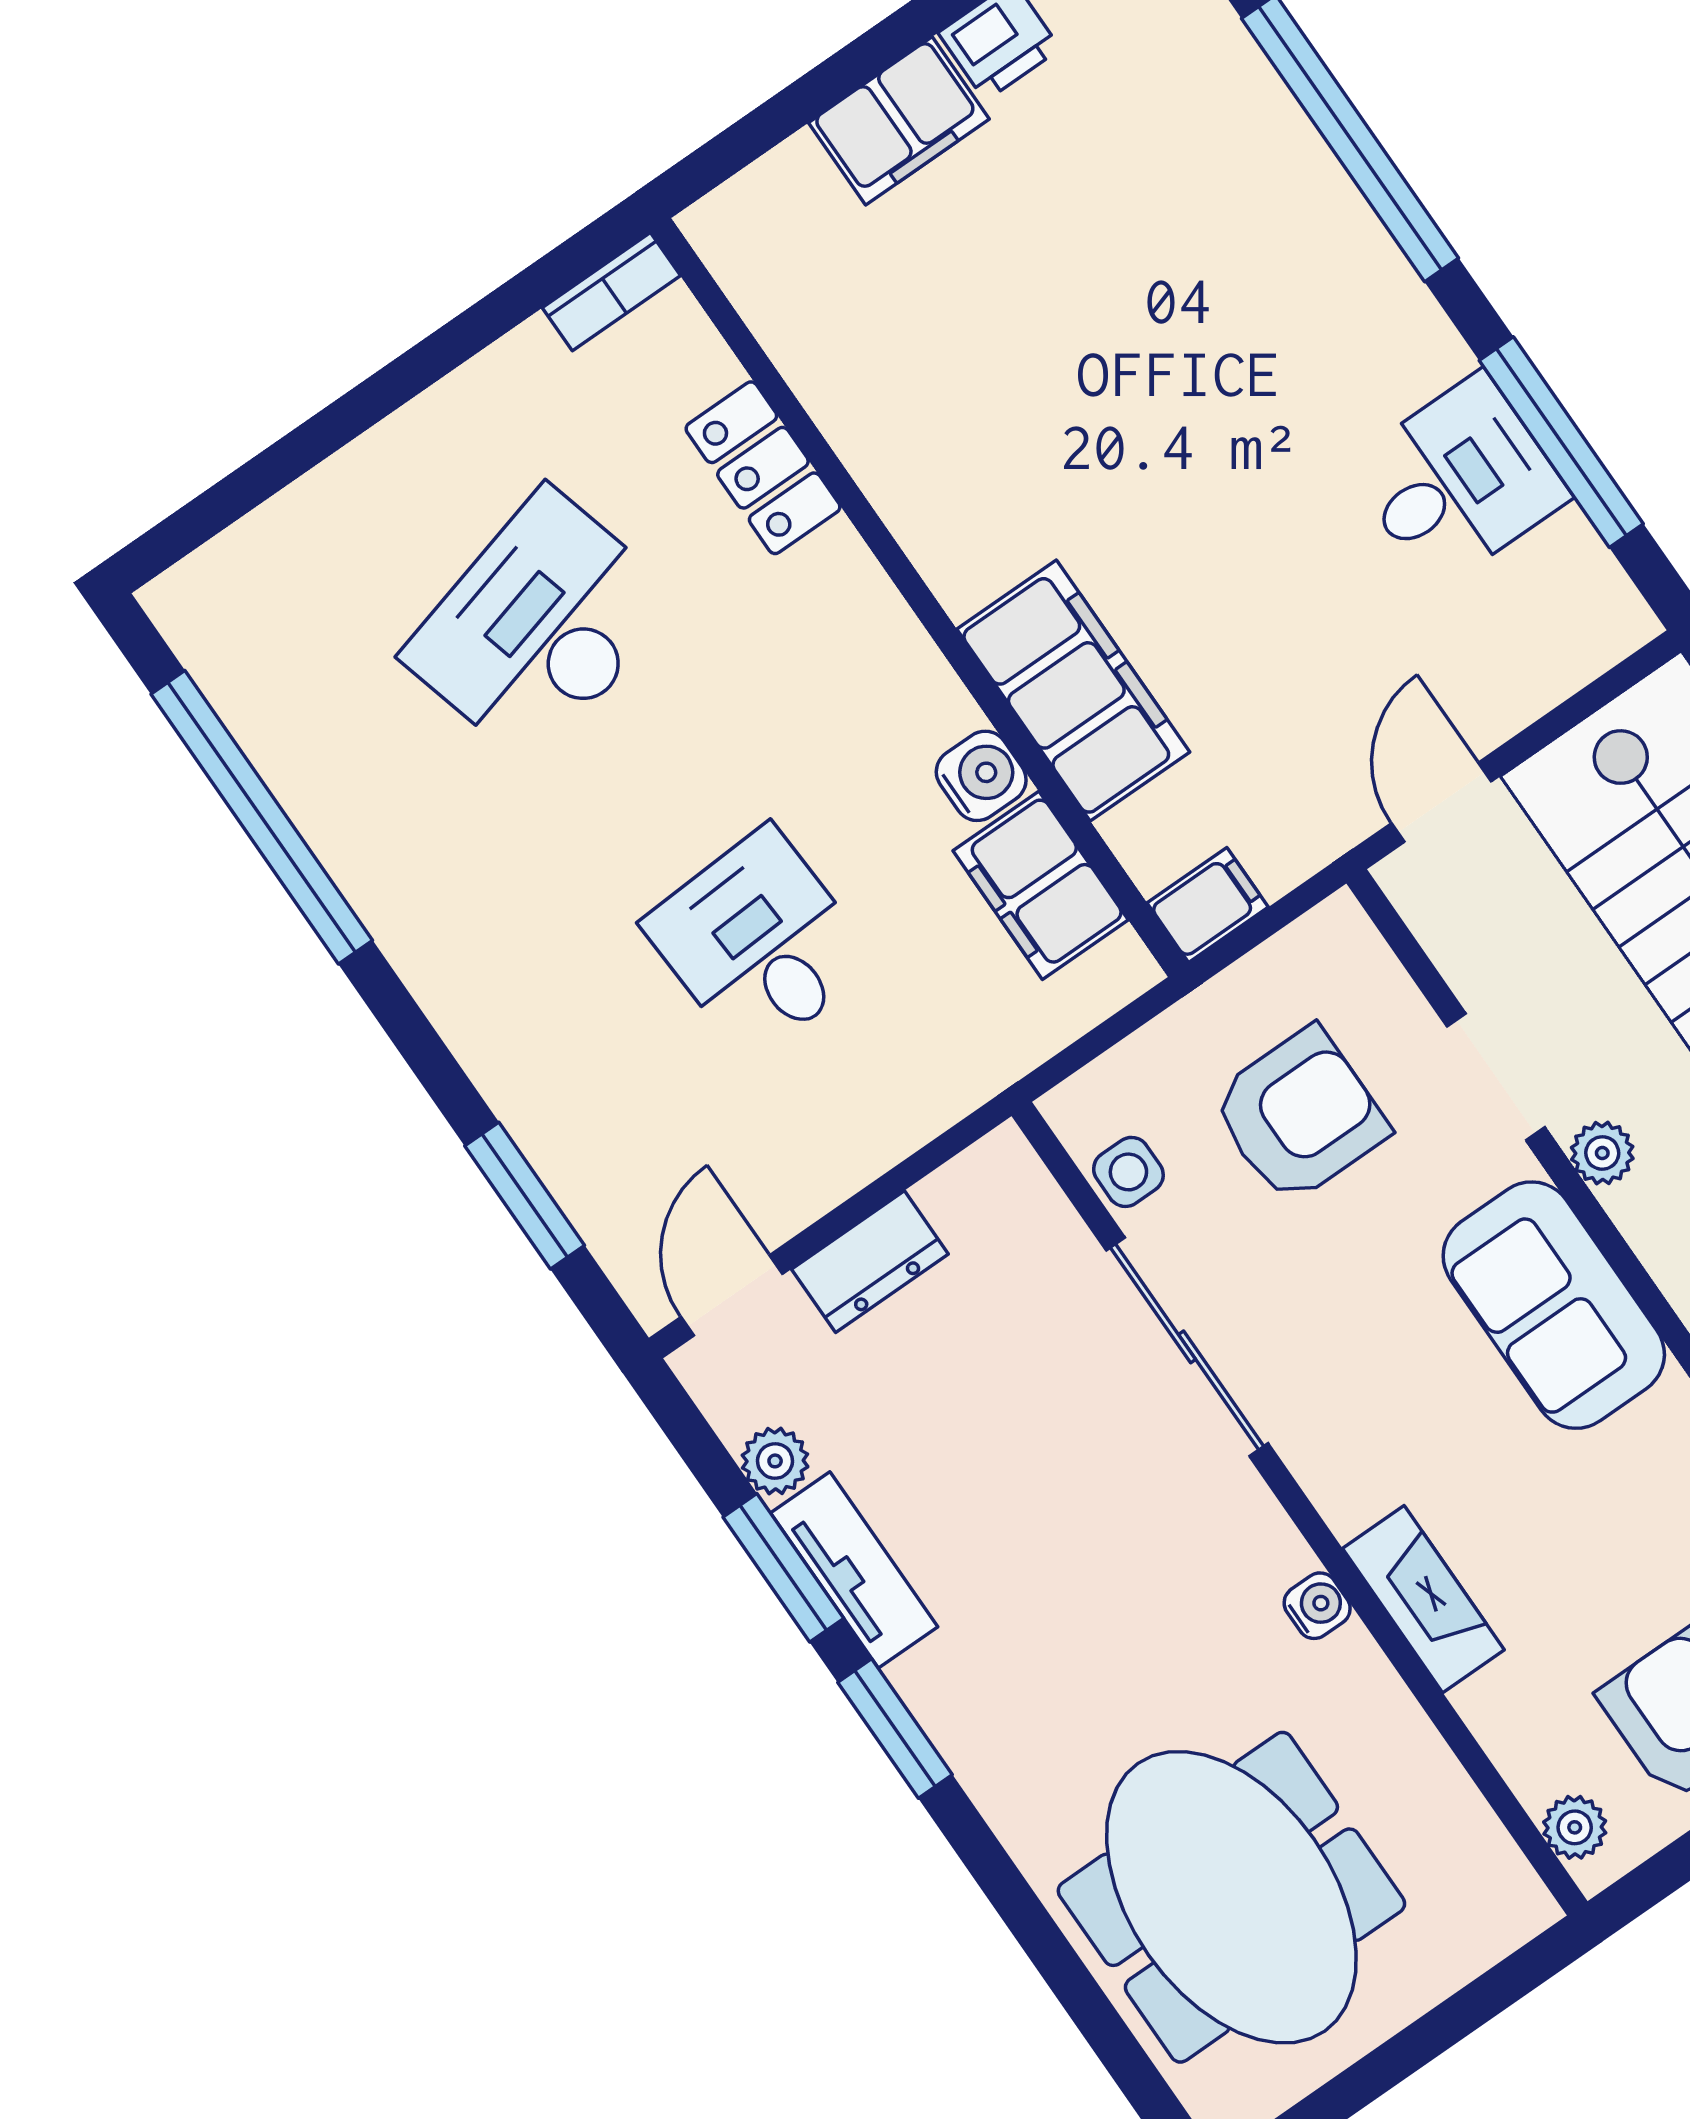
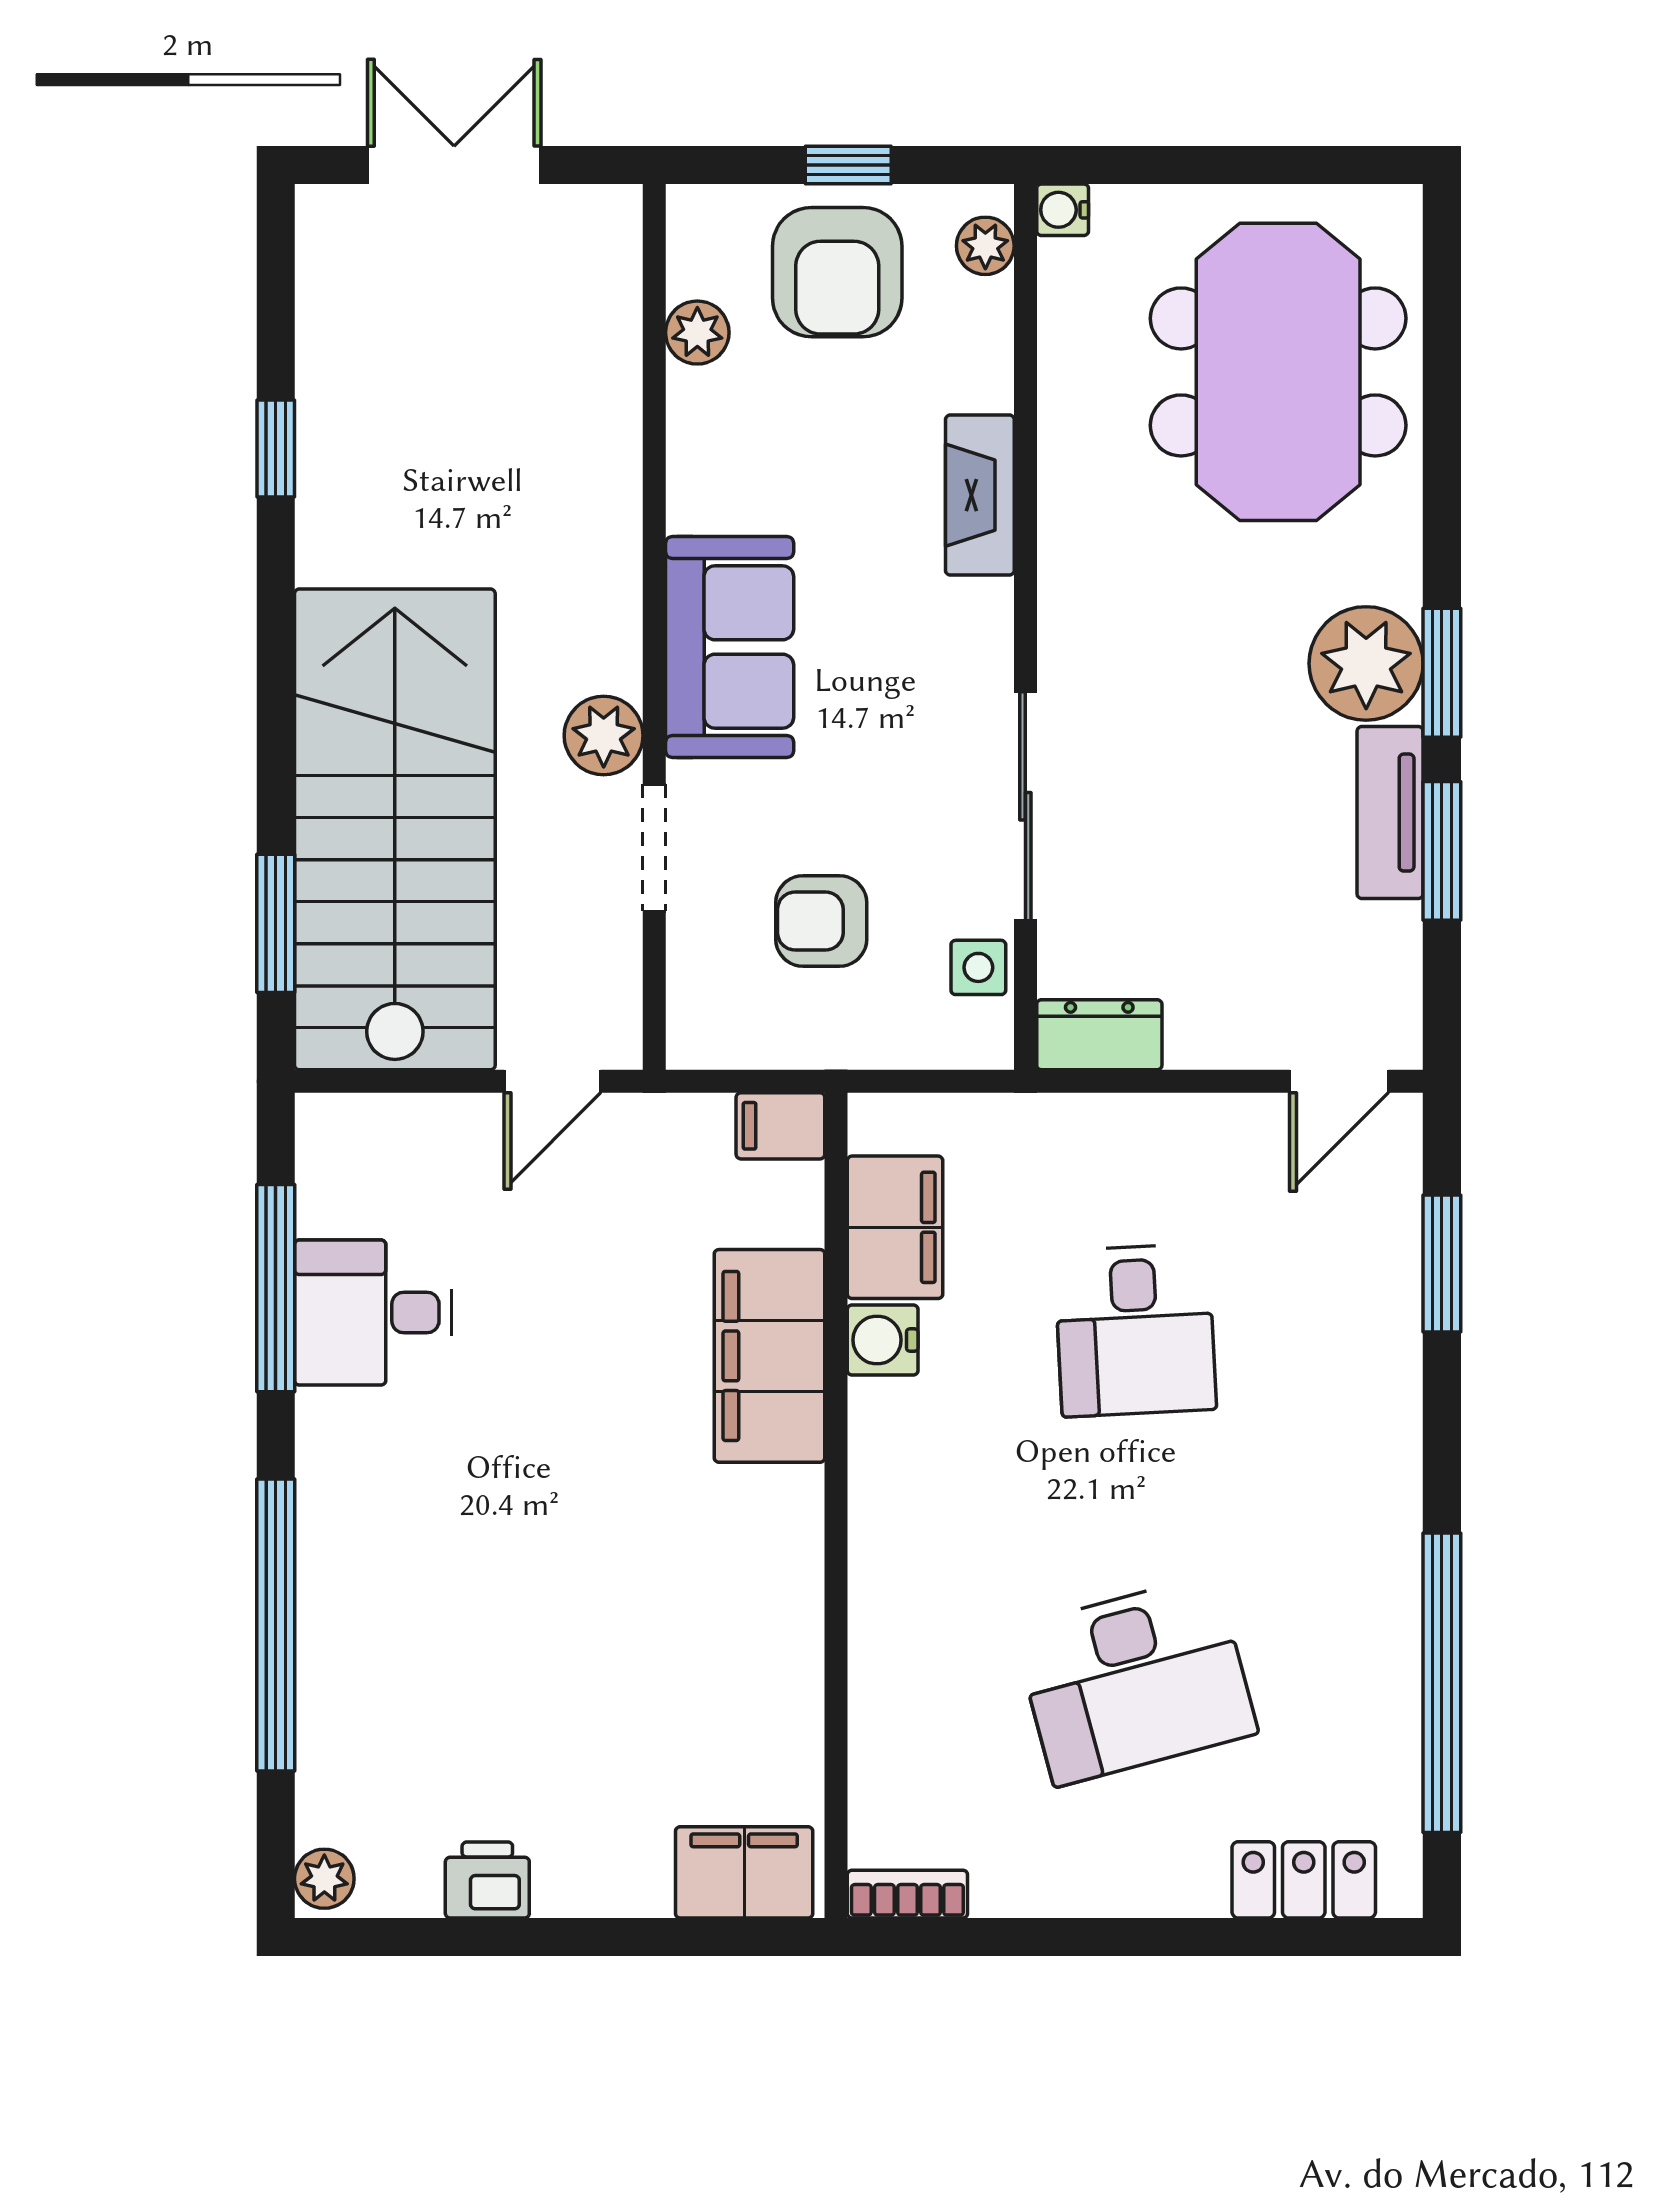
filing cabinet: (899, 121) -> (744, 1872), moved
locker: (763, 468) -> (1304, 1880), moved, turned -90
armchair: (1299, 1115) -> (821, 921), width x0.72, depth x0.72
plant: (1602, 1153) -> (604, 736), width x1.38, depth x1.38
dresser: (870, 1262) -> (1099, 1035), moved
plant: (775, 1461) -> (1366, 663), moved, width x1.88, depth x1.88
water cooler: (1317, 1606) -> (1063, 210), moved

